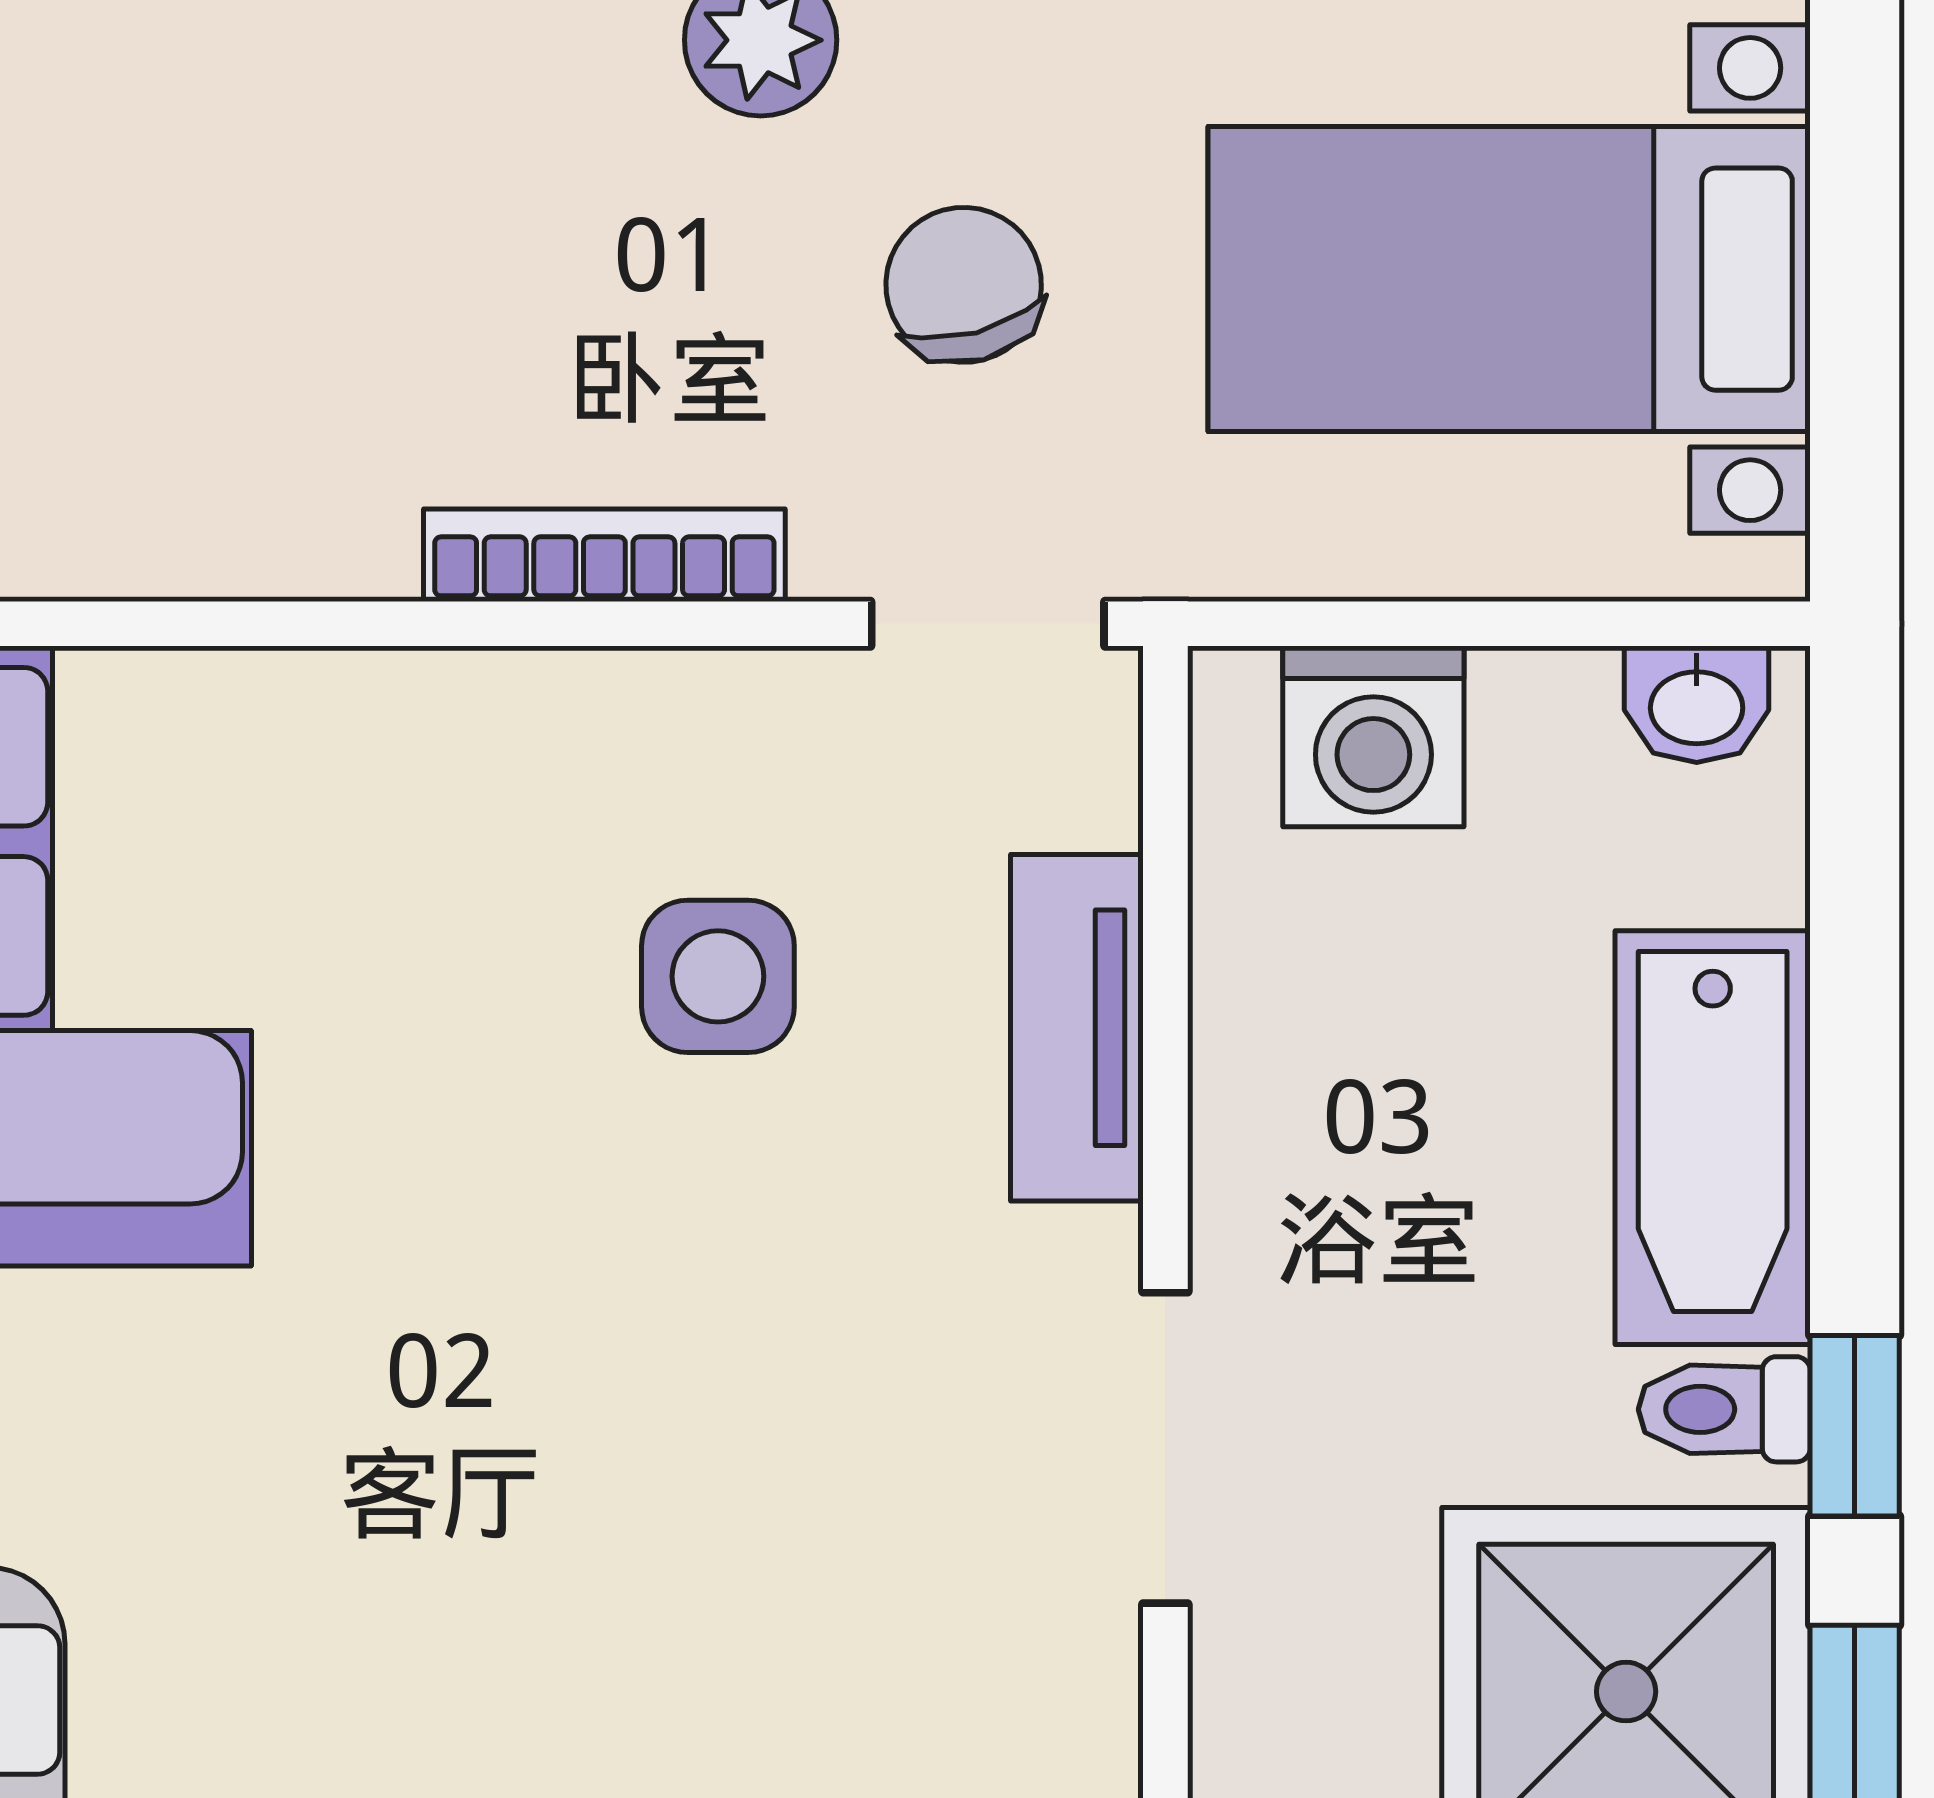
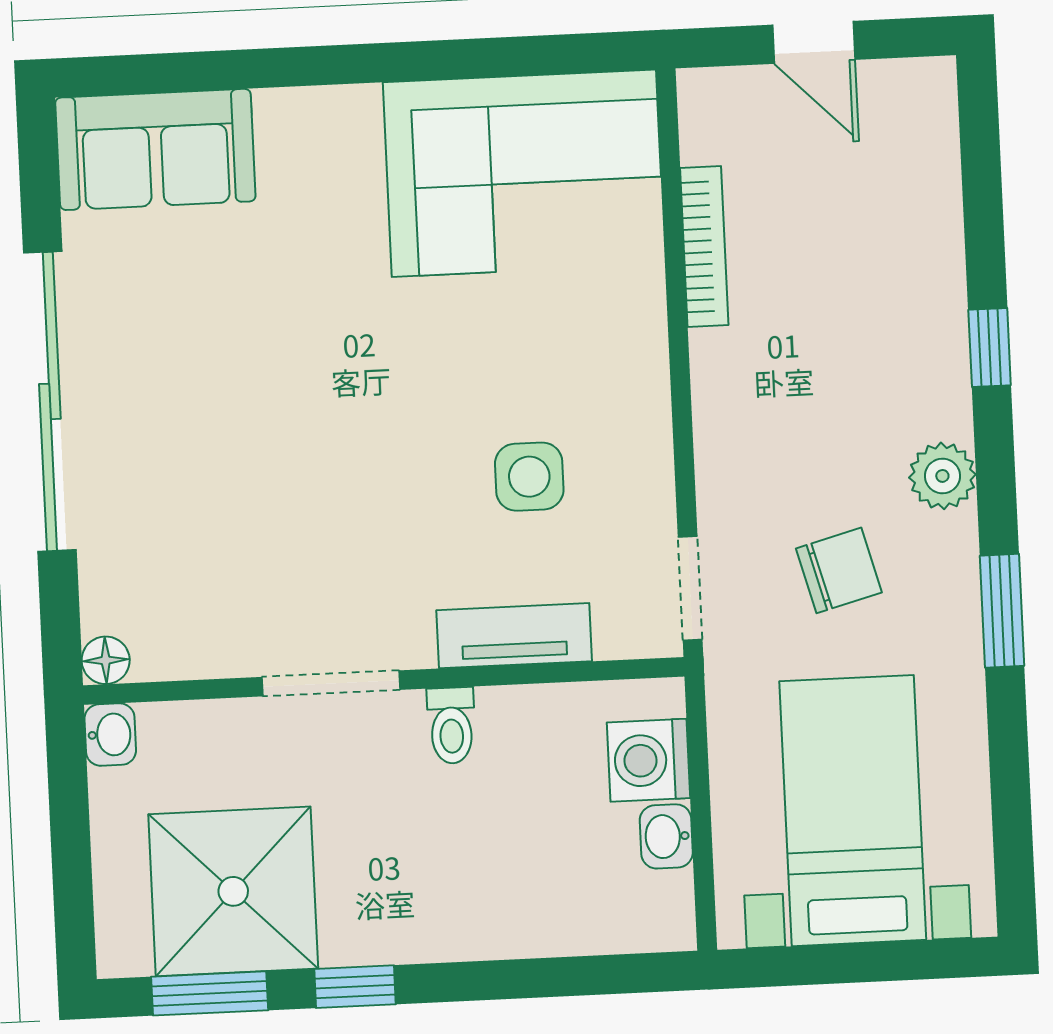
bookcase: (604, 555) -> (704, 246), moved
washbasin: (1697, 704) -> (666, 836), moved
bathtub: (1713, 1138) -> (479, 918), removed
toilet: (1724, 1409) -> (451, 725), moved, turned 180

